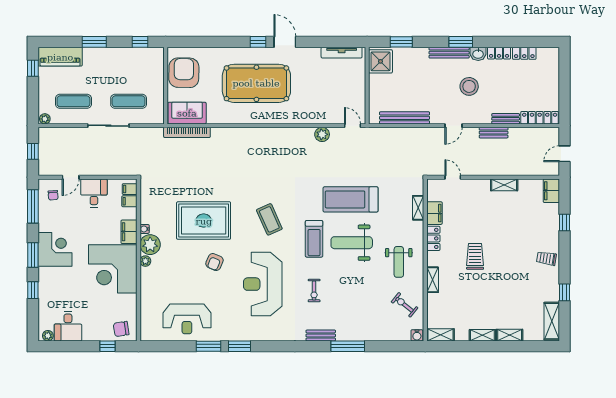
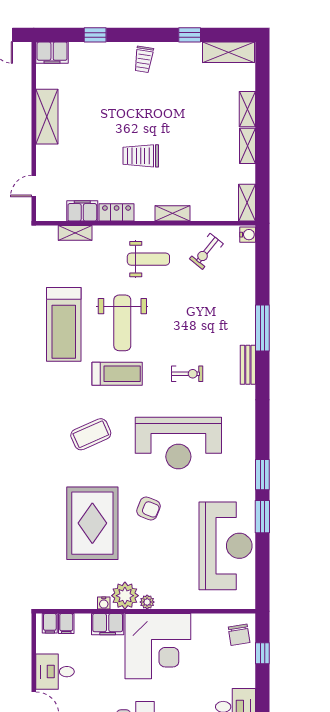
shelving: (504, 185) -> (47, 117), width x1.50, depth x1.33
reception desk: (187, 319) -> (226, 546), width x1.36, depth x1.30

